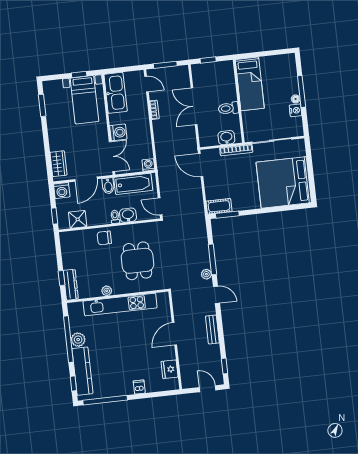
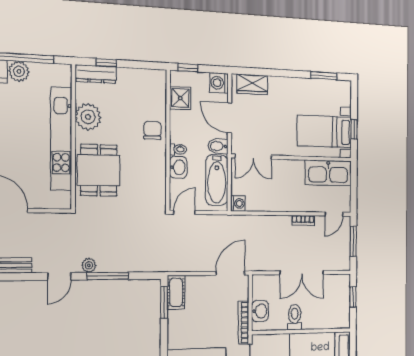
double door: (194, 106) -> (302, 273), swing flipped
washing machine: (118, 132) -> (282, 169), removed
dining table: (137, 261) -> (99, 170), moved, turned 90
plant: (107, 291) -> (88, 117), width x1.88, depth x1.88

